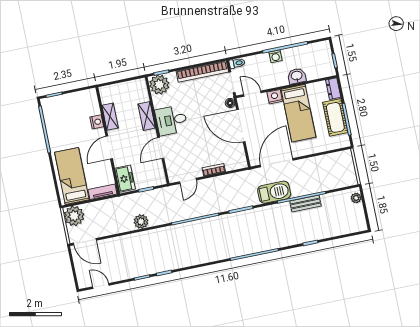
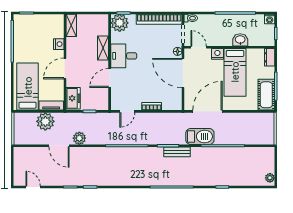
washing machine: (275, 56) -> (270, 19), moved
shelving: (110, 117) -> (71, 25), moved
cot: (335, 117) -> (266, 95), moved
plant: (356, 198) -> (270, 178), moved
bench: (305, 204) -> (177, 152), moved
plant: (74, 216) -> (45, 121), moved
door: (85, 242) -> (59, 146), moved

